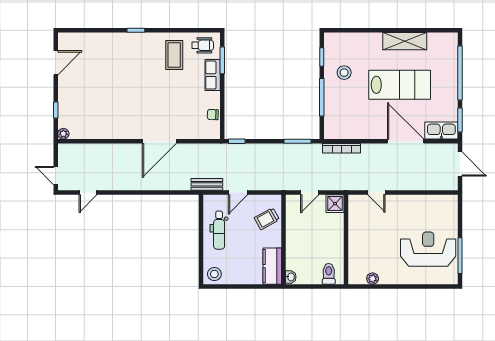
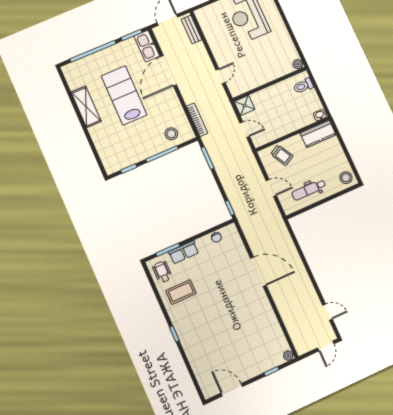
stool: (344, 73) -> (171, 134), moved
bench: (207, 184) -> (191, 29), moved
dental chair: (219, 230) -> (309, 190), turned 180
plant: (373, 279) -> (298, 64), moved

